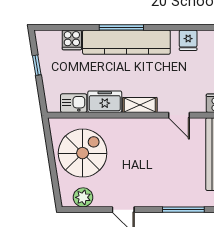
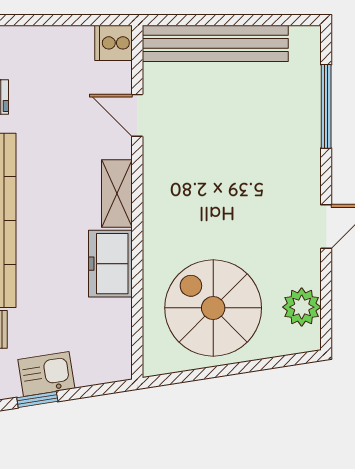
kitchen sink: (74, 103) -> (46, 374), moved, turned 81
door: (179, 115) -> (137, 115), swing flipped

